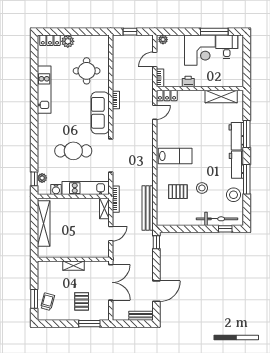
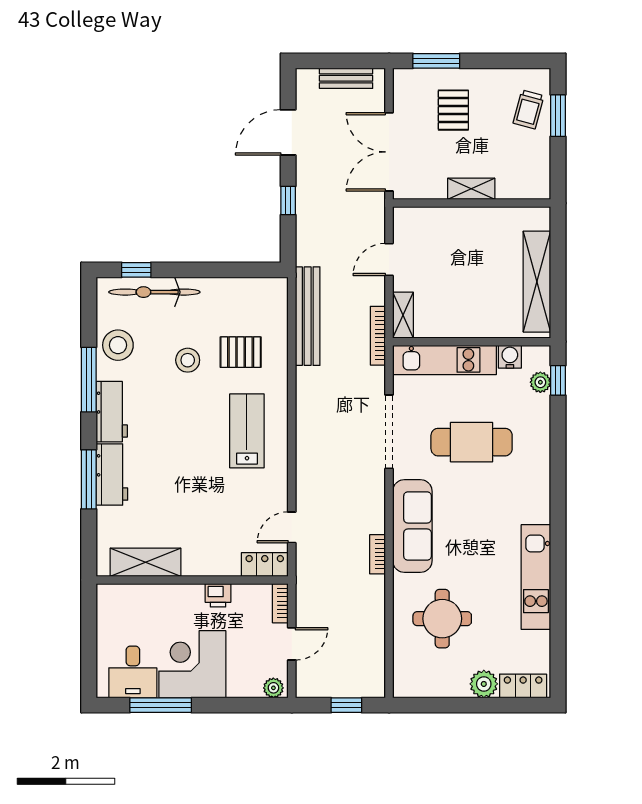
lab bench: (175, 156) -> (247, 431), turned 90
window: (156, 242) -> (288, 200), moved
bench: (141, 316) -> (346, 78), moved

